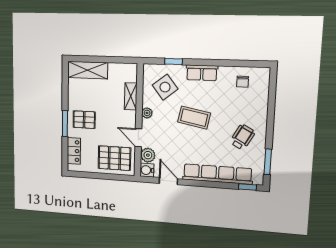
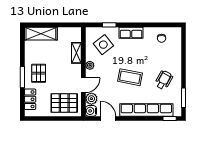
coffee table: (194, 118) -> (130, 77), moved
pallet: (84, 120) -> (39, 73), turned 90
door: (138, 138) -> (83, 85), swing flipped

